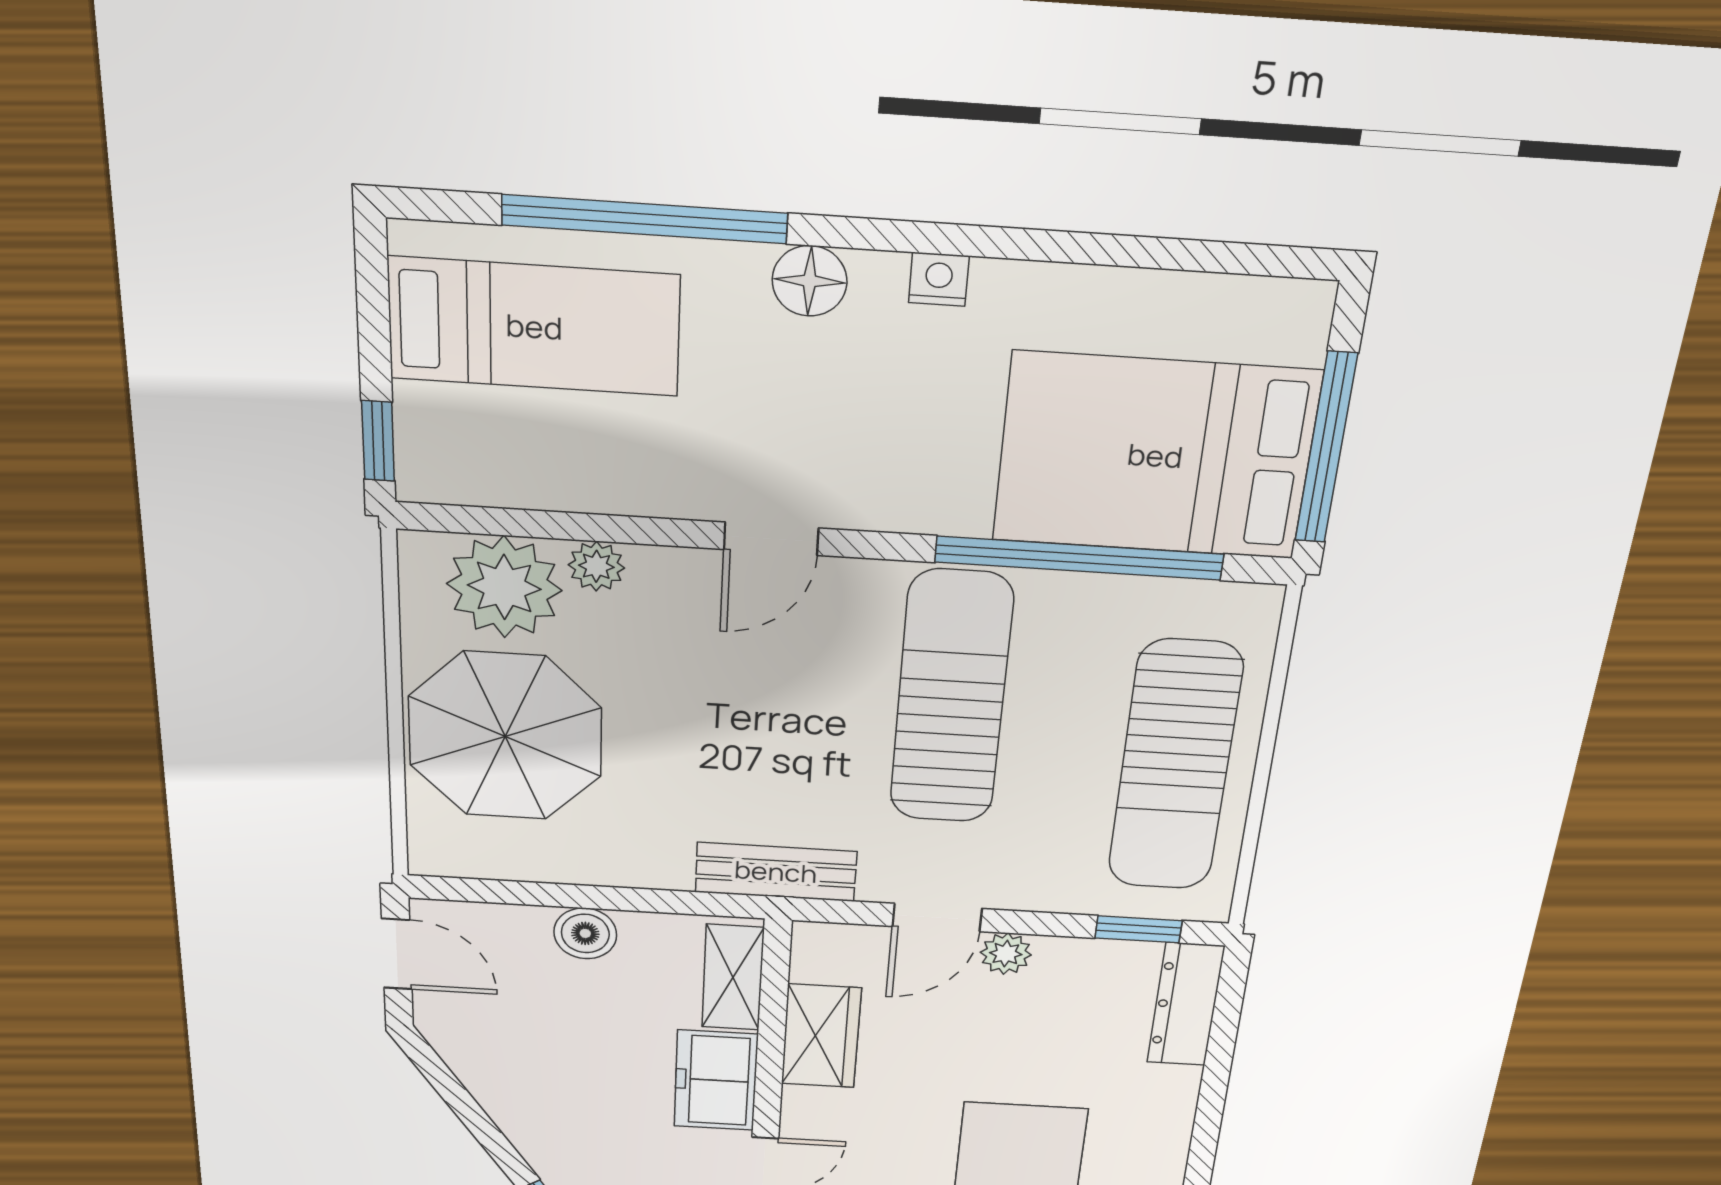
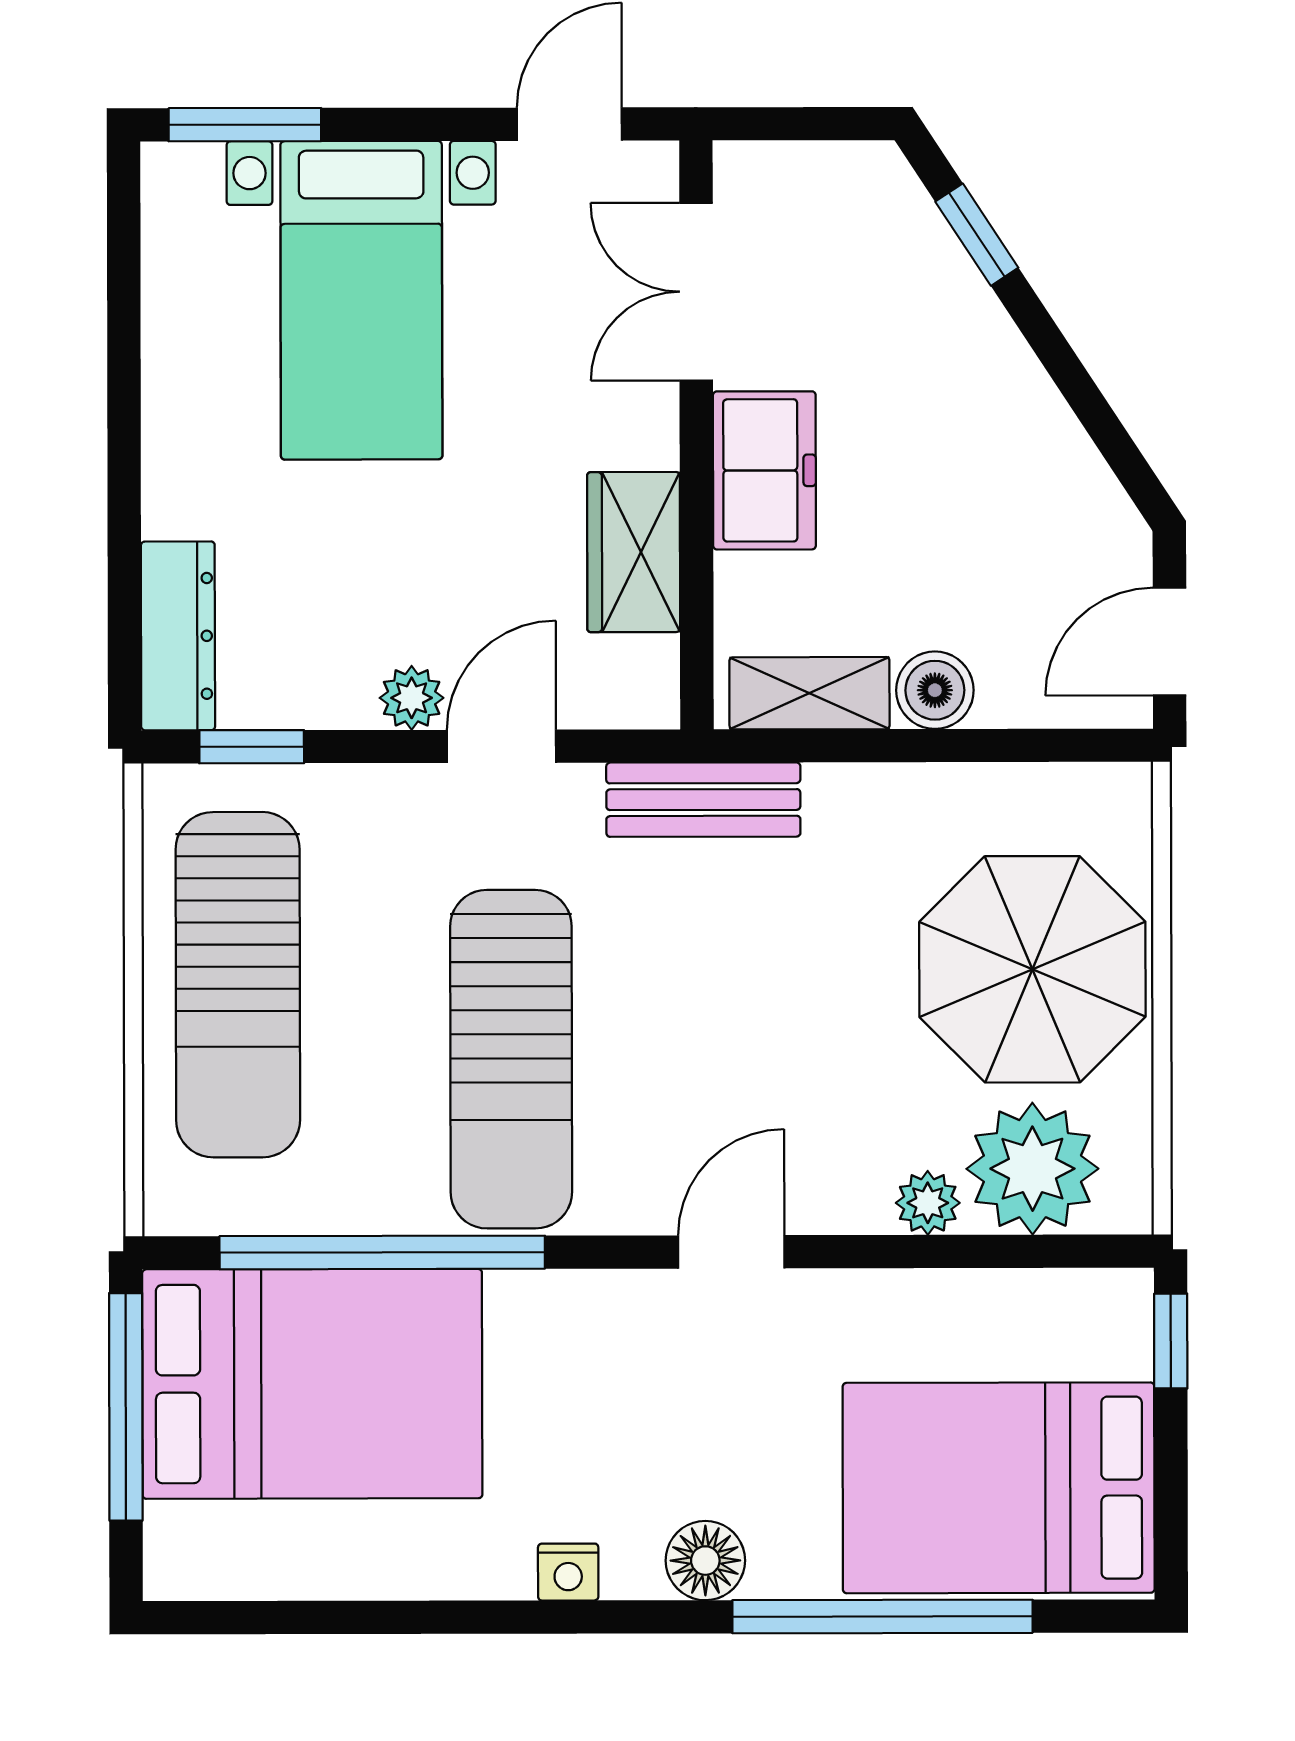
bed: (534, 327) -> (999, 1488), width x1.50
sun lounger: (1175, 767) -> (238, 985), turned 180
door: (397, 954) -> (1170, 642), hinge flipped
shelving: (733, 977) -> (809, 693), moved, turned 90

